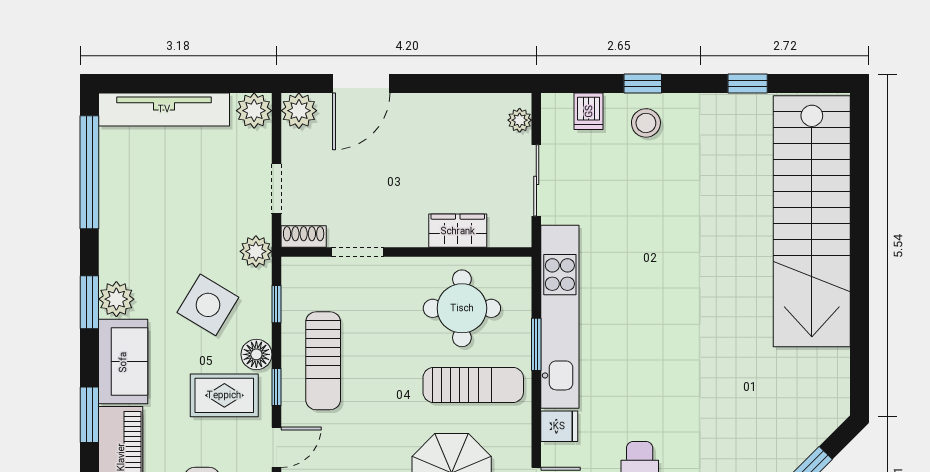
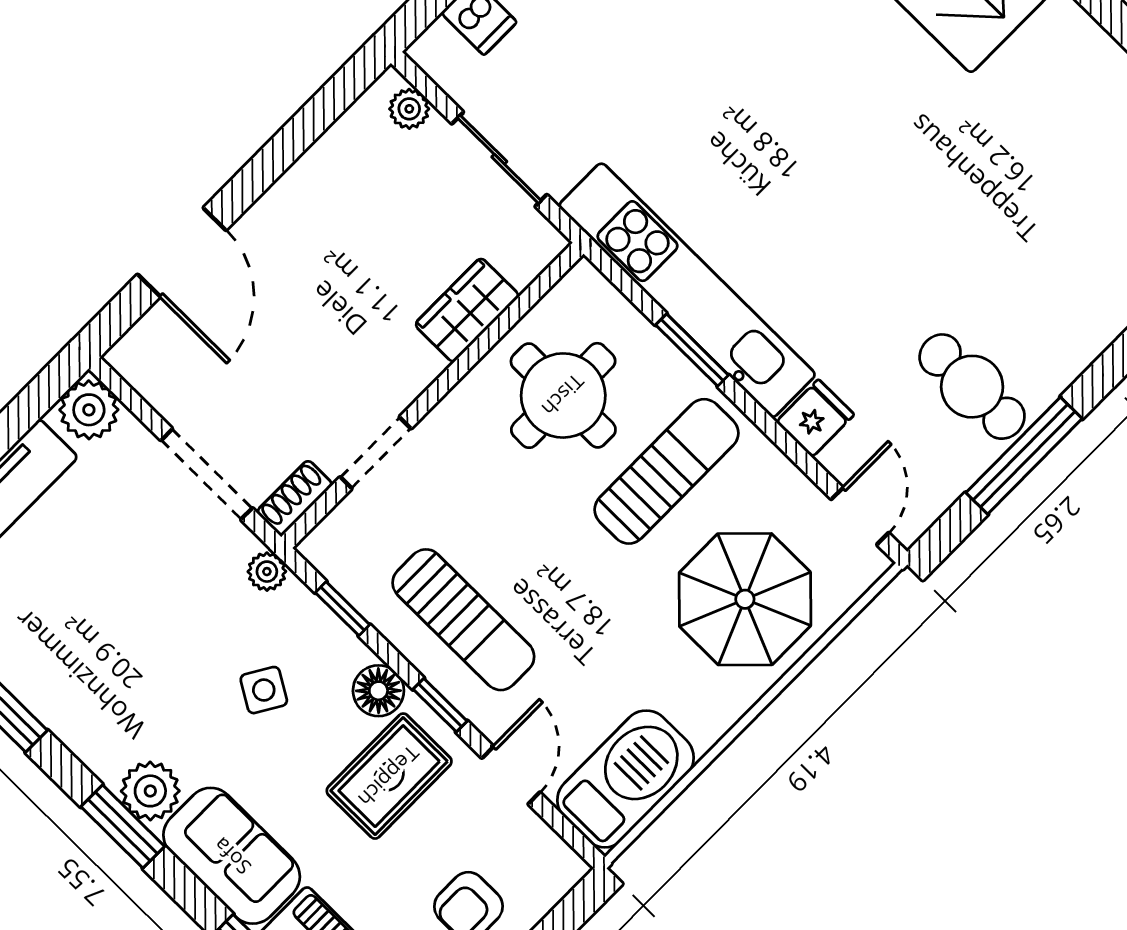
plant: (299, 111) -> (141, 357), removed
doorway: (276, 189) -> (207, 474), width x1.38
plant: (256, 251) -> (267, 572), width x0.73, depth x0.73
side table: (208, 305) -> (264, 690), width x0.54, depth x0.54

